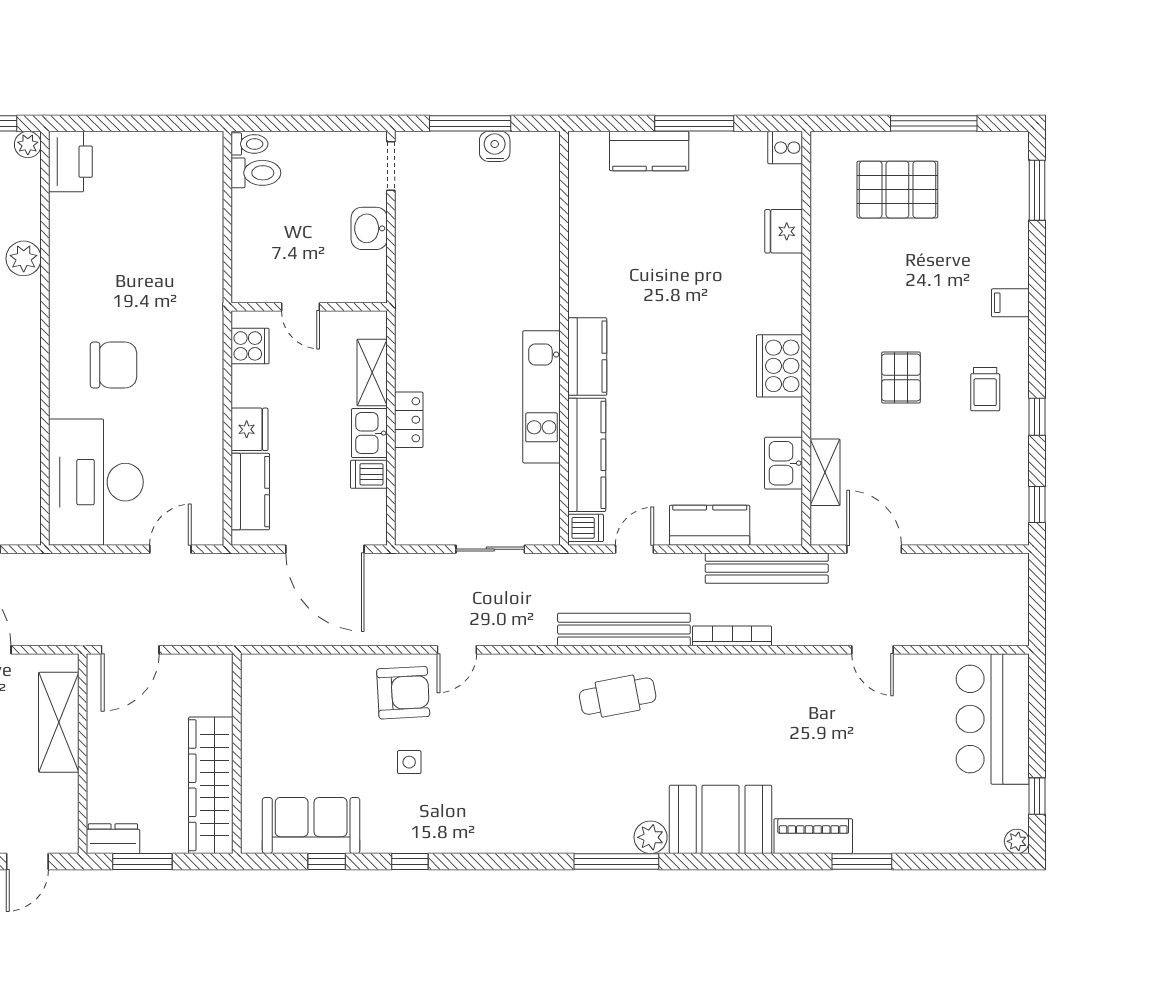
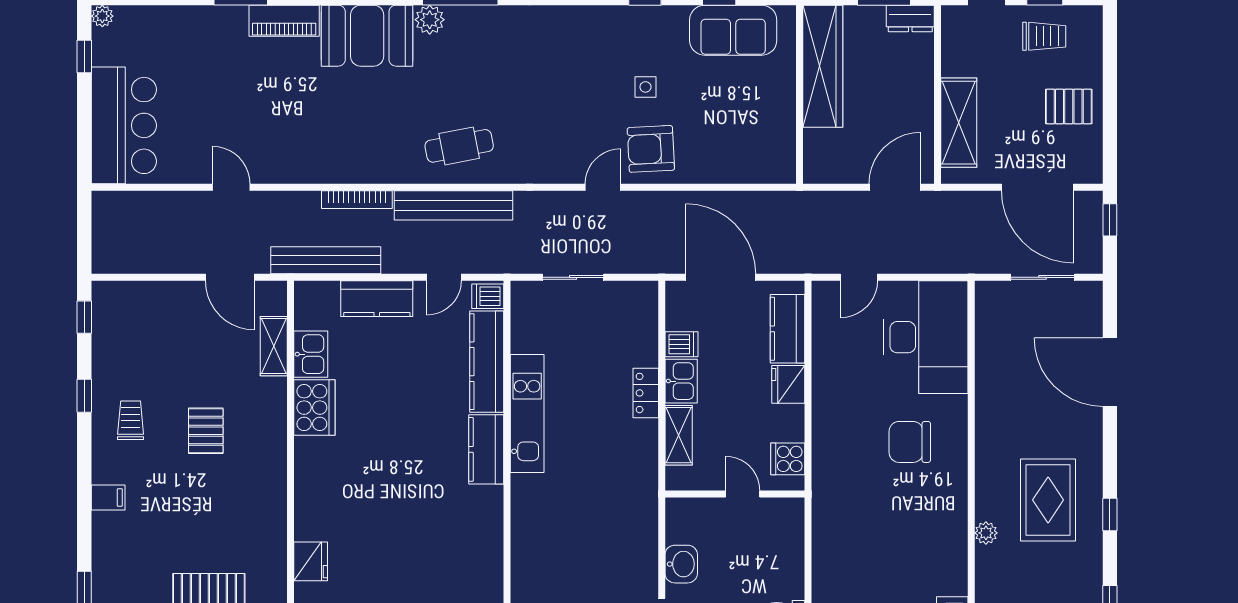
plant: (24, 258) -> (986, 533), width x0.73, depth x0.73
cooker: (780, 366) -> (314, 408), moved

